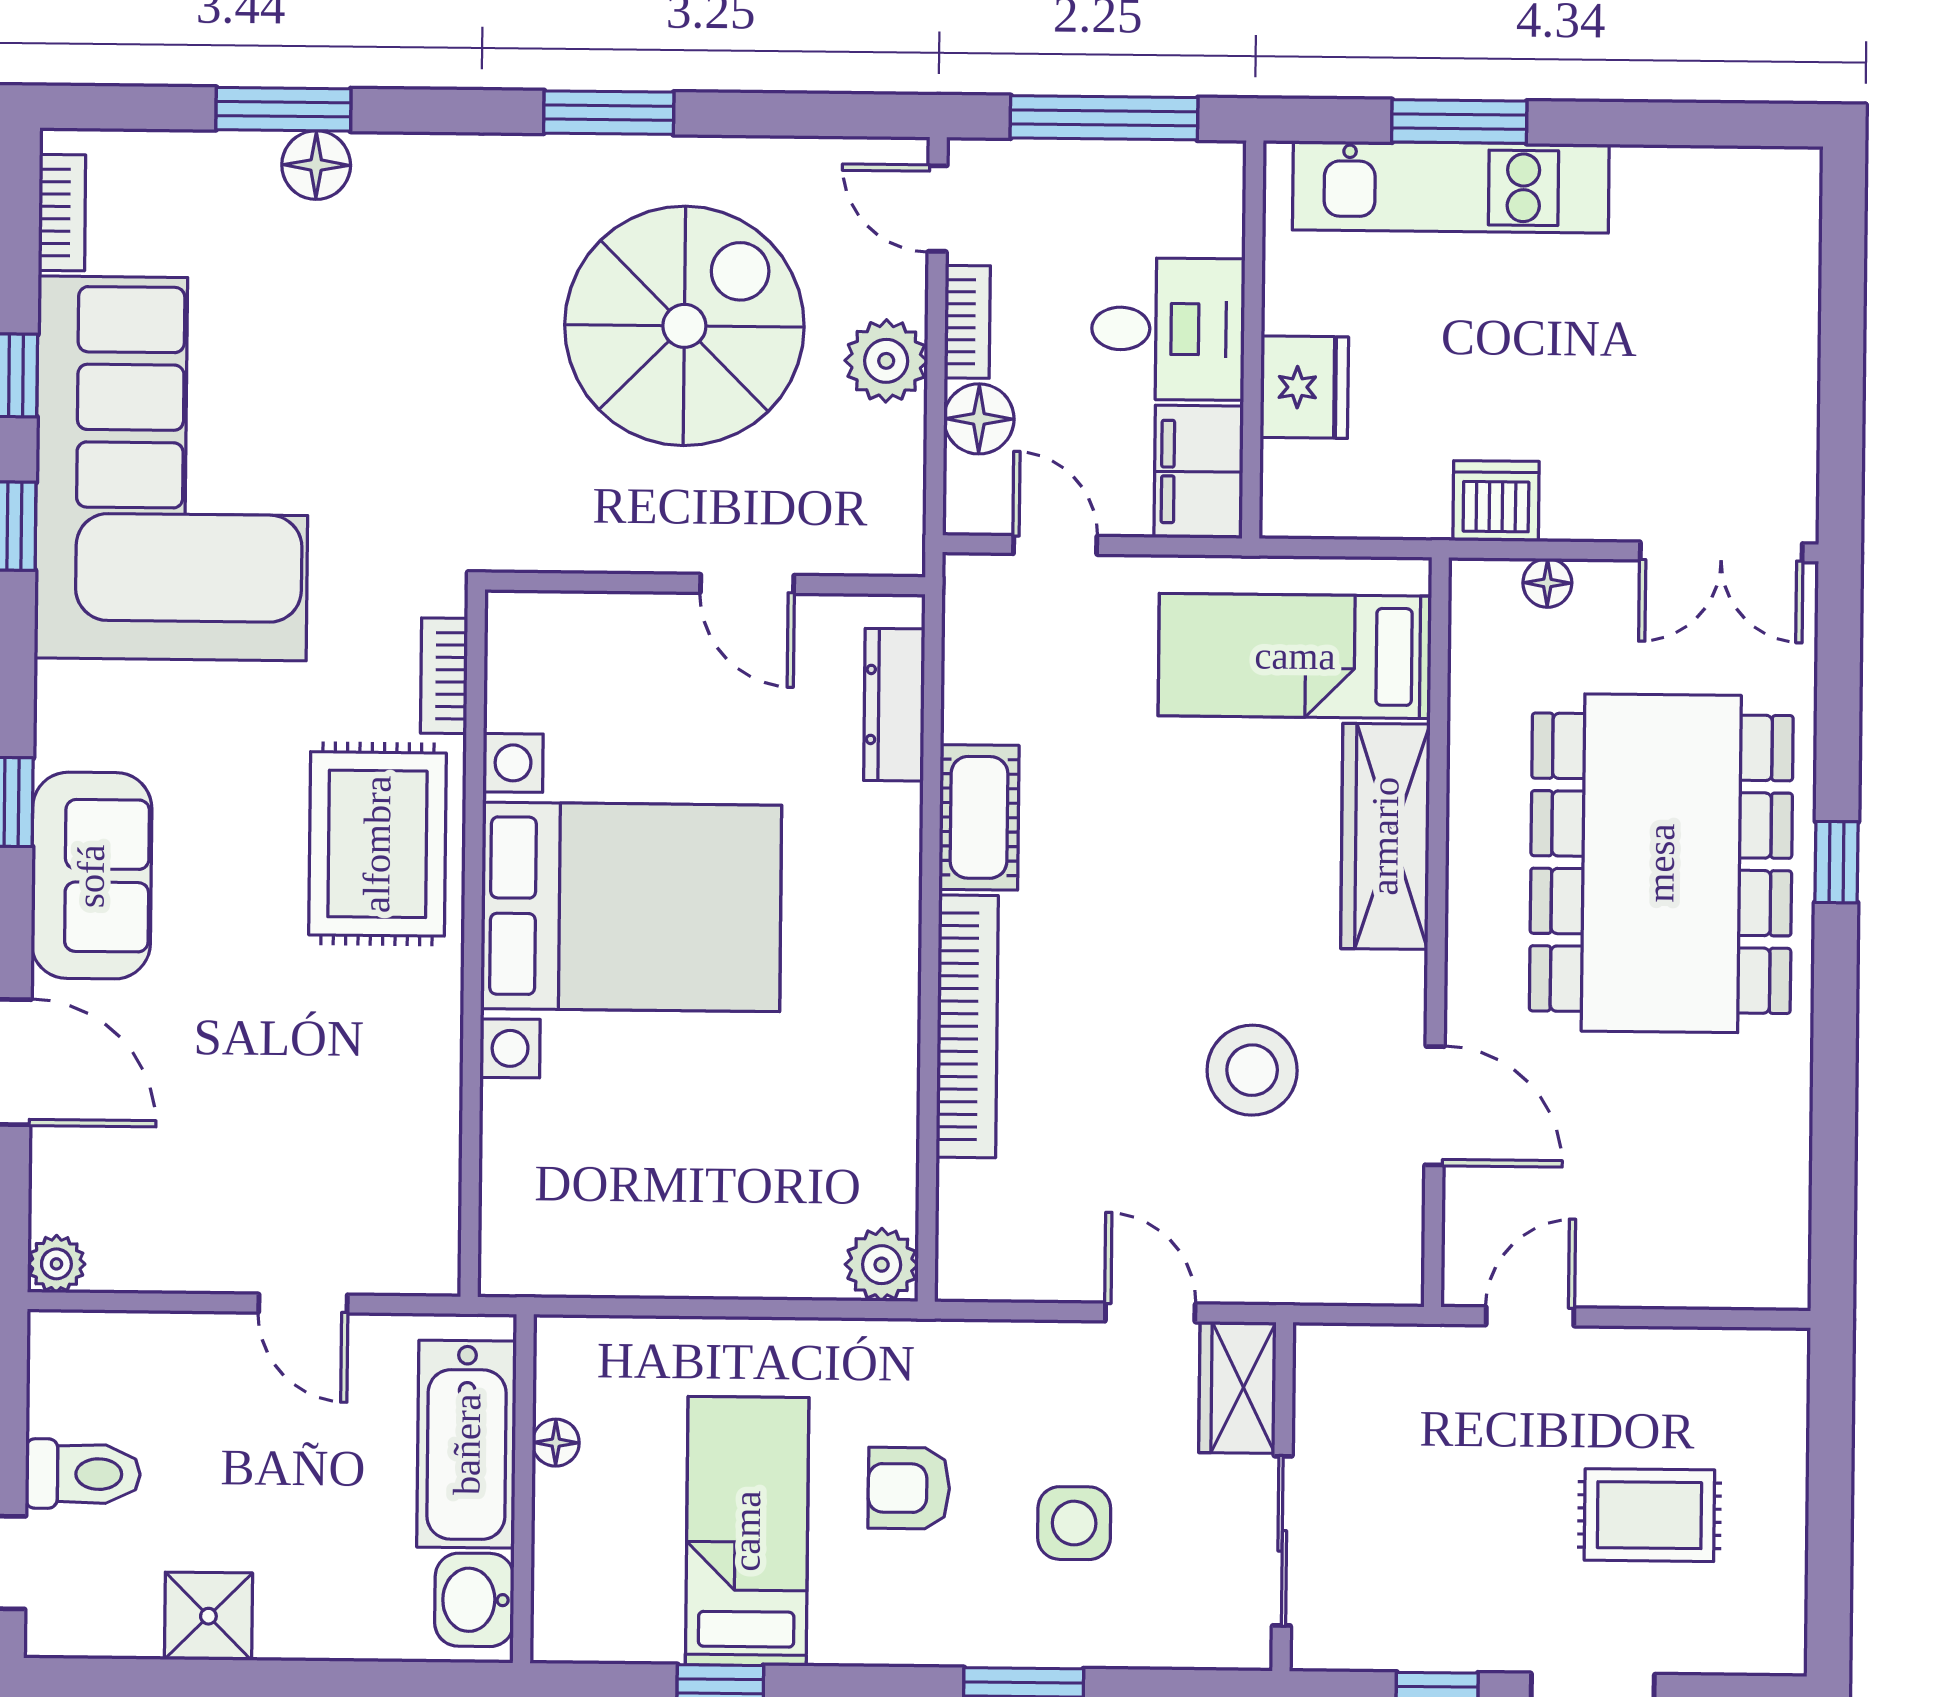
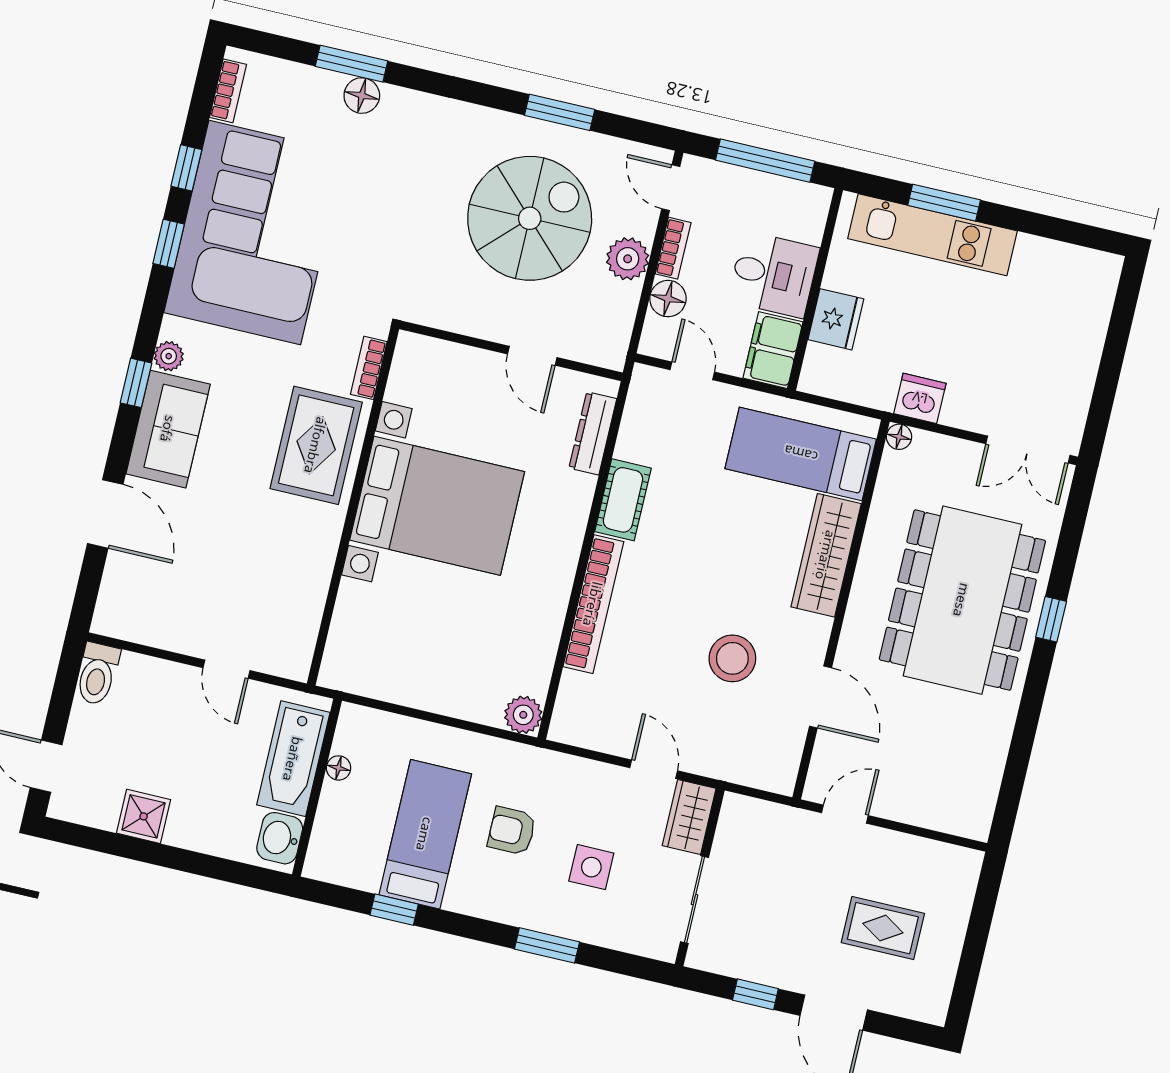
window: (609, 113) -> (560, 112), moved
floor lamp: (1547, 583) -> (899, 437), moved
plant: (56, 1264) -> (169, 356), moved
toilet: (83, 1474) -> (97, 674), moved, turned 90

